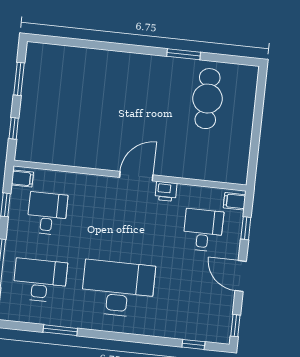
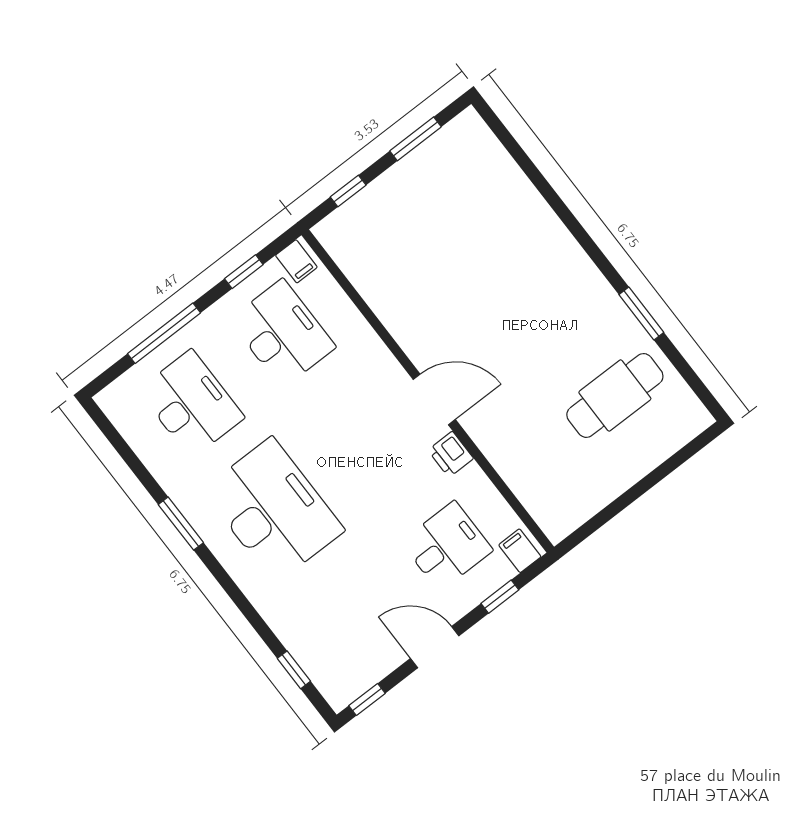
desk: (47, 213) -> (282, 333), width x1.37
door: (241, 276) -> (435, 647), hinge flipped
window: (60, 330) -> (181, 524), moved

